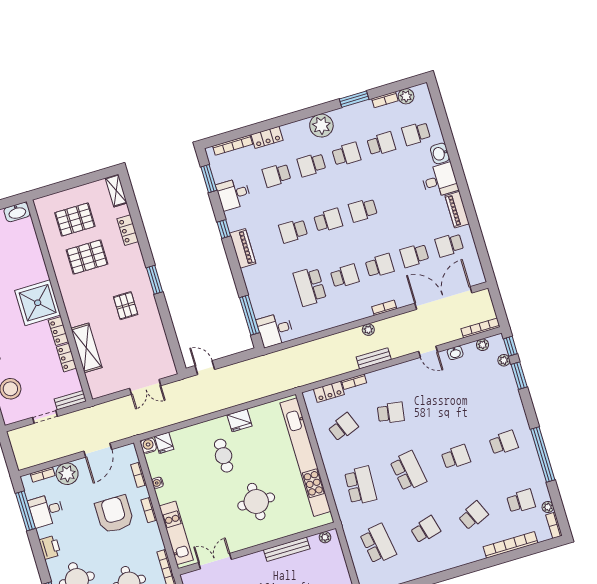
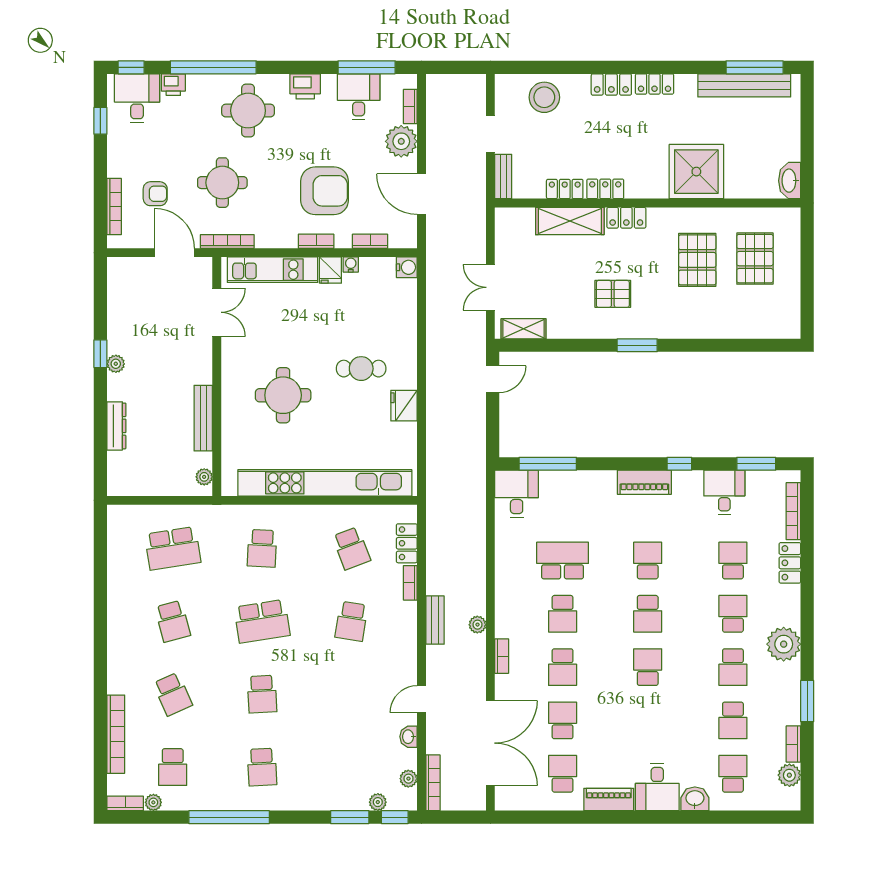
shelving: (116, 191) -> (524, 329), moved
locker: (128, 230) -> (626, 218), moved, turned 180
shower: (38, 303) -> (696, 172), moved
fridge: (164, 443) -> (330, 270), moved, turned -90
school desk: (360, 485) -> (262, 548), width x0.54

